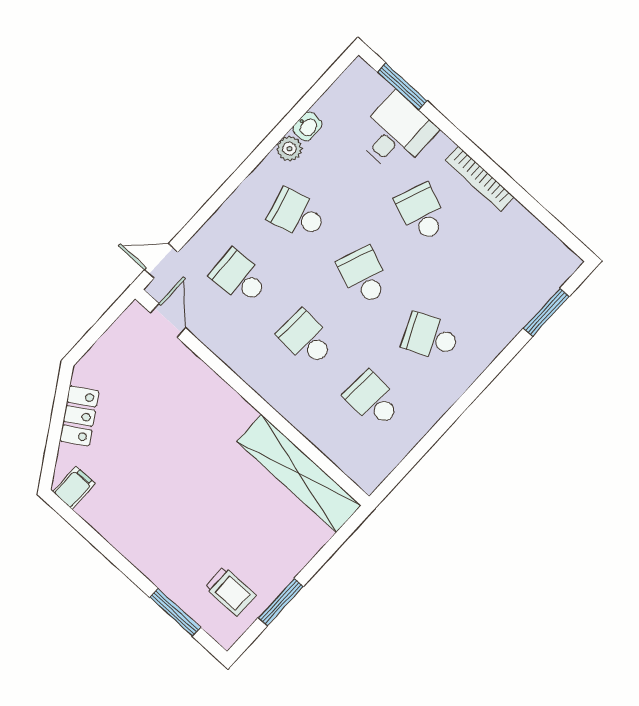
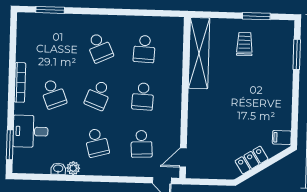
school desk: (422, 213) -> (53, 94), turned -42
trolley: (230, 591) -> (244, 44), moved

